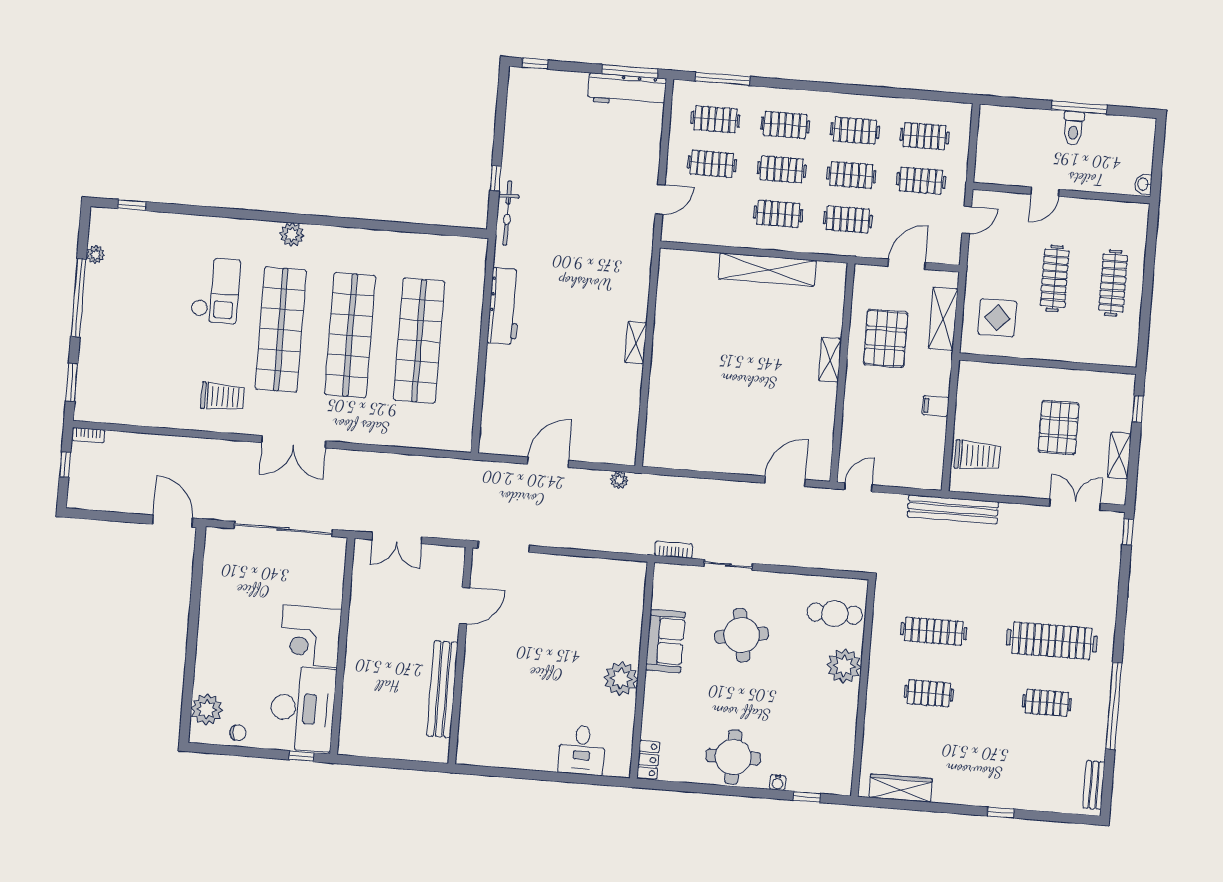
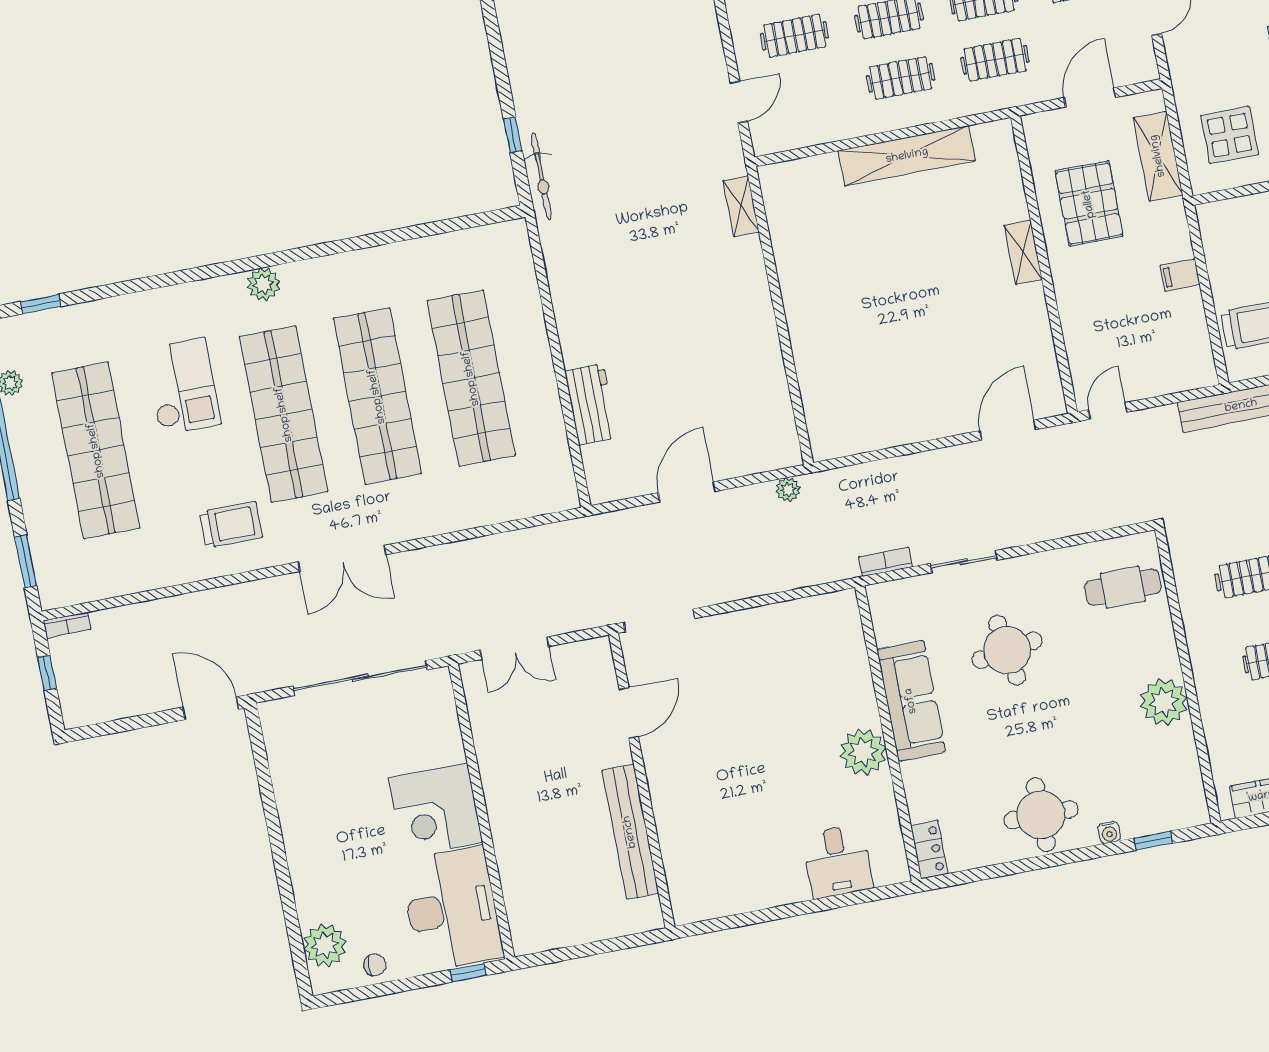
workbench: (504, 306) -> (591, 404), moved, width x0.73
shop shelf: (142, 318) -> (96, 450), added
shelving: (636, 343) -> (741, 206), moved
sofa: (665, 641) -> (911, 701), width x1.36
plant: (844, 666) -> (1164, 702), moved

